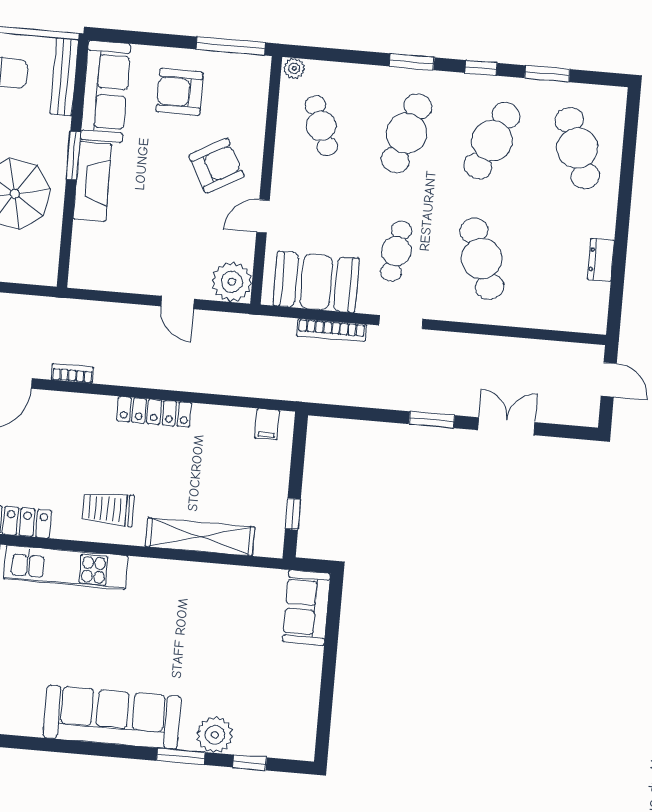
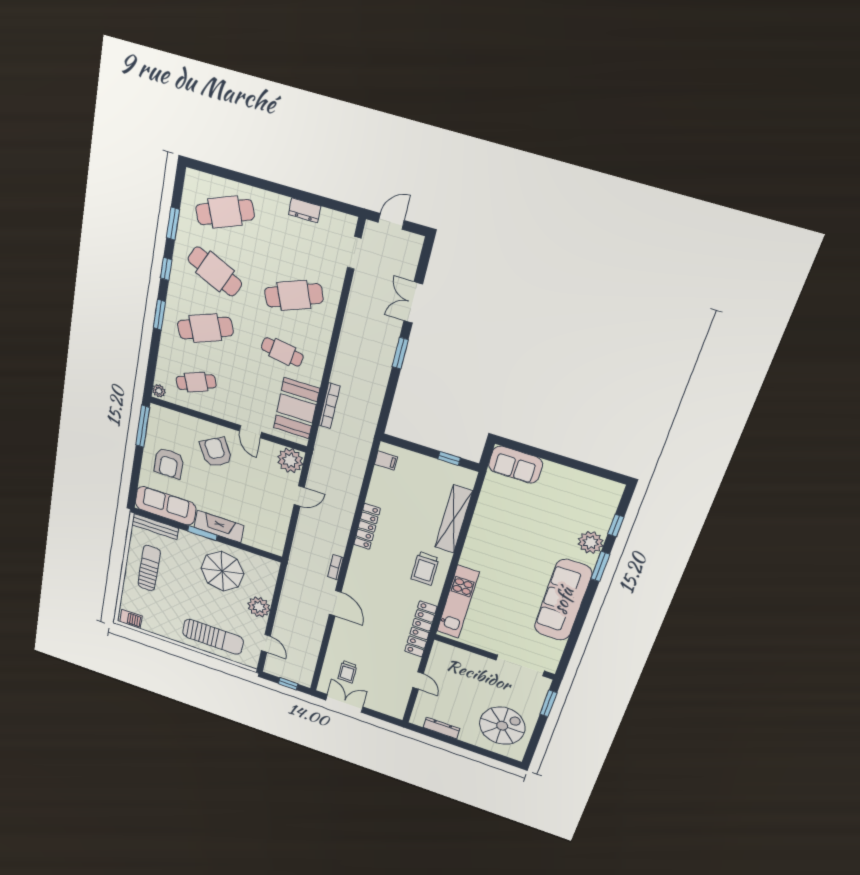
cafe table: (407, 133) -> (205, 328), turned -39
doorway: (401, 322) -> (354, 253), moved

